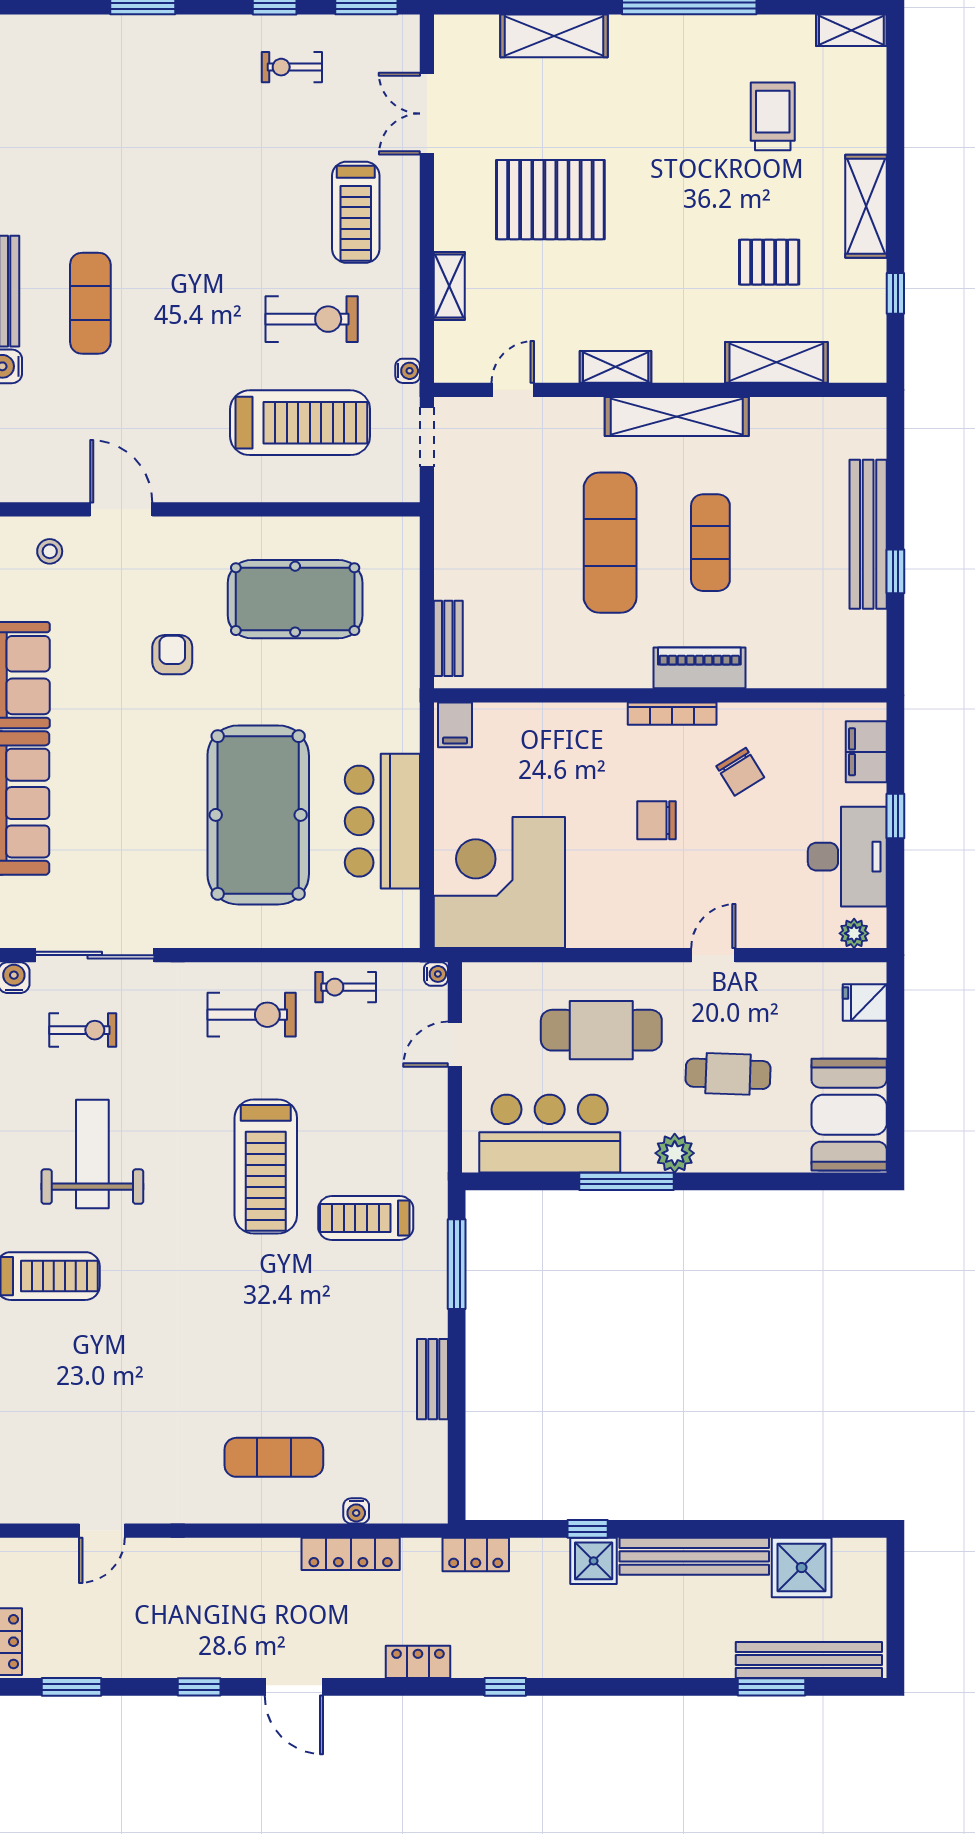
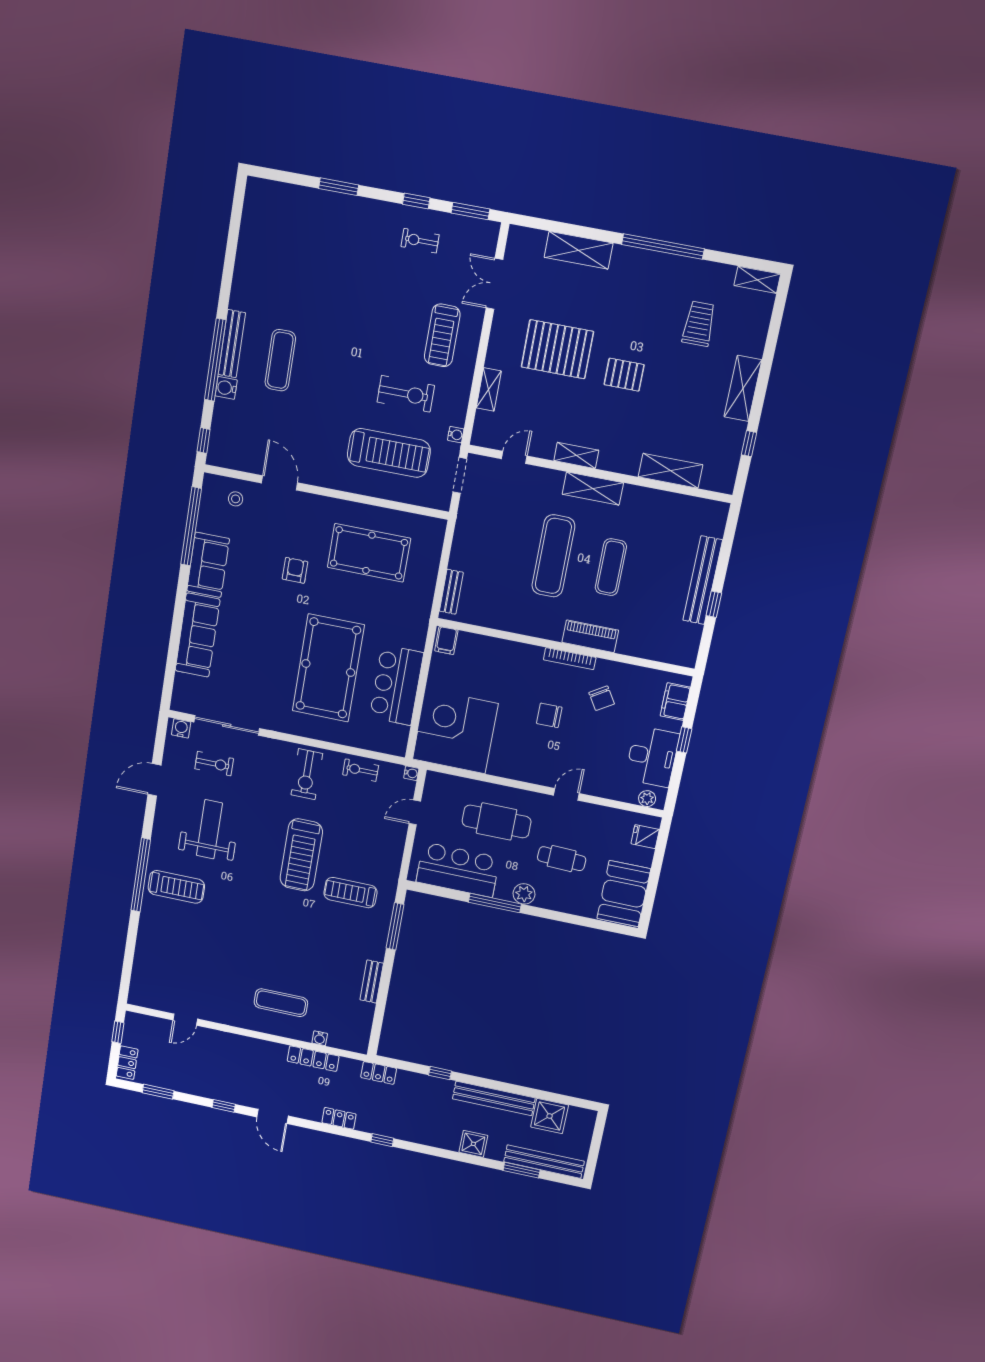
pallet: (769, 262) -> (624, 375), moved
shelving: (677, 417) -> (593, 489), width x0.68
exercise bike: (252, 1015) -> (307, 774), turned 90
shower: (594, 1561) -> (473, 1144), moved

